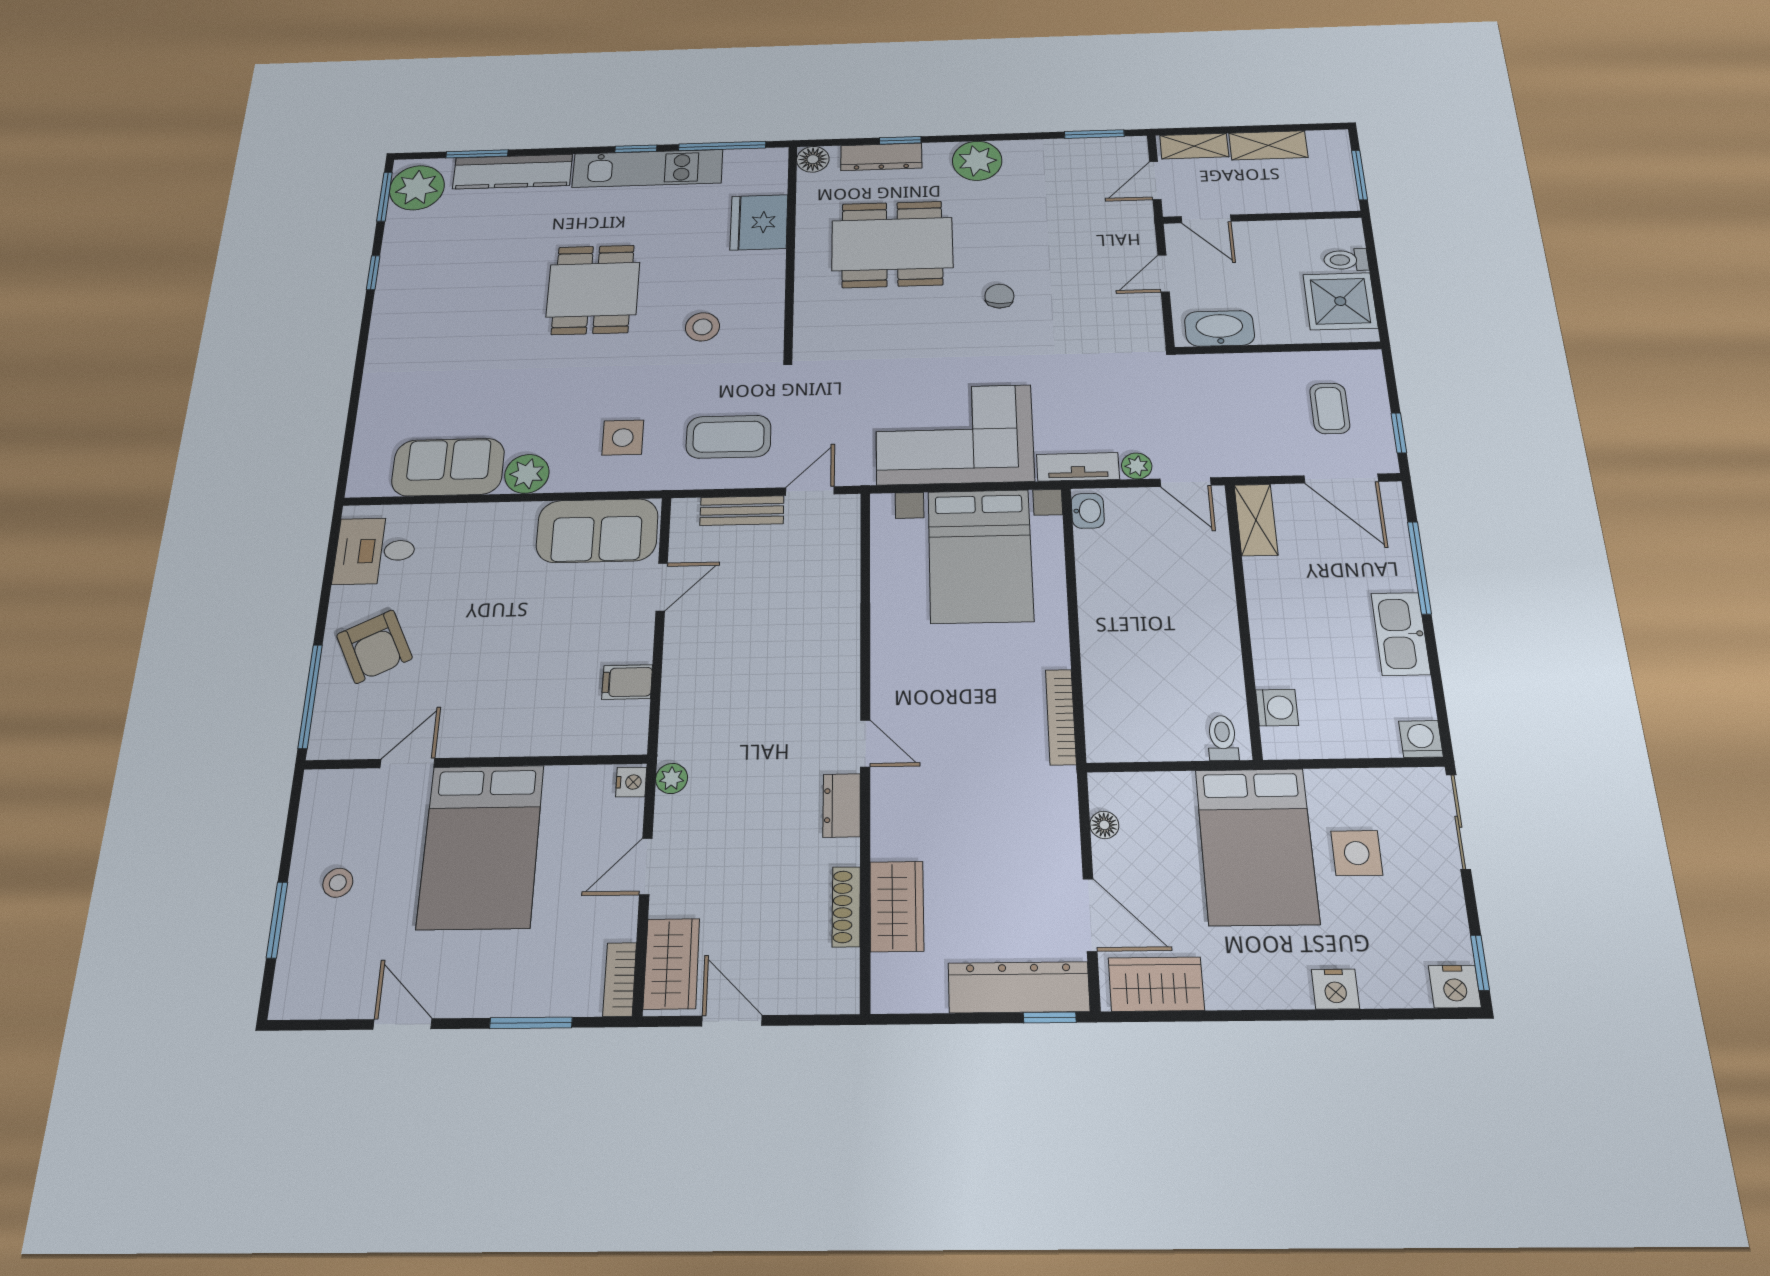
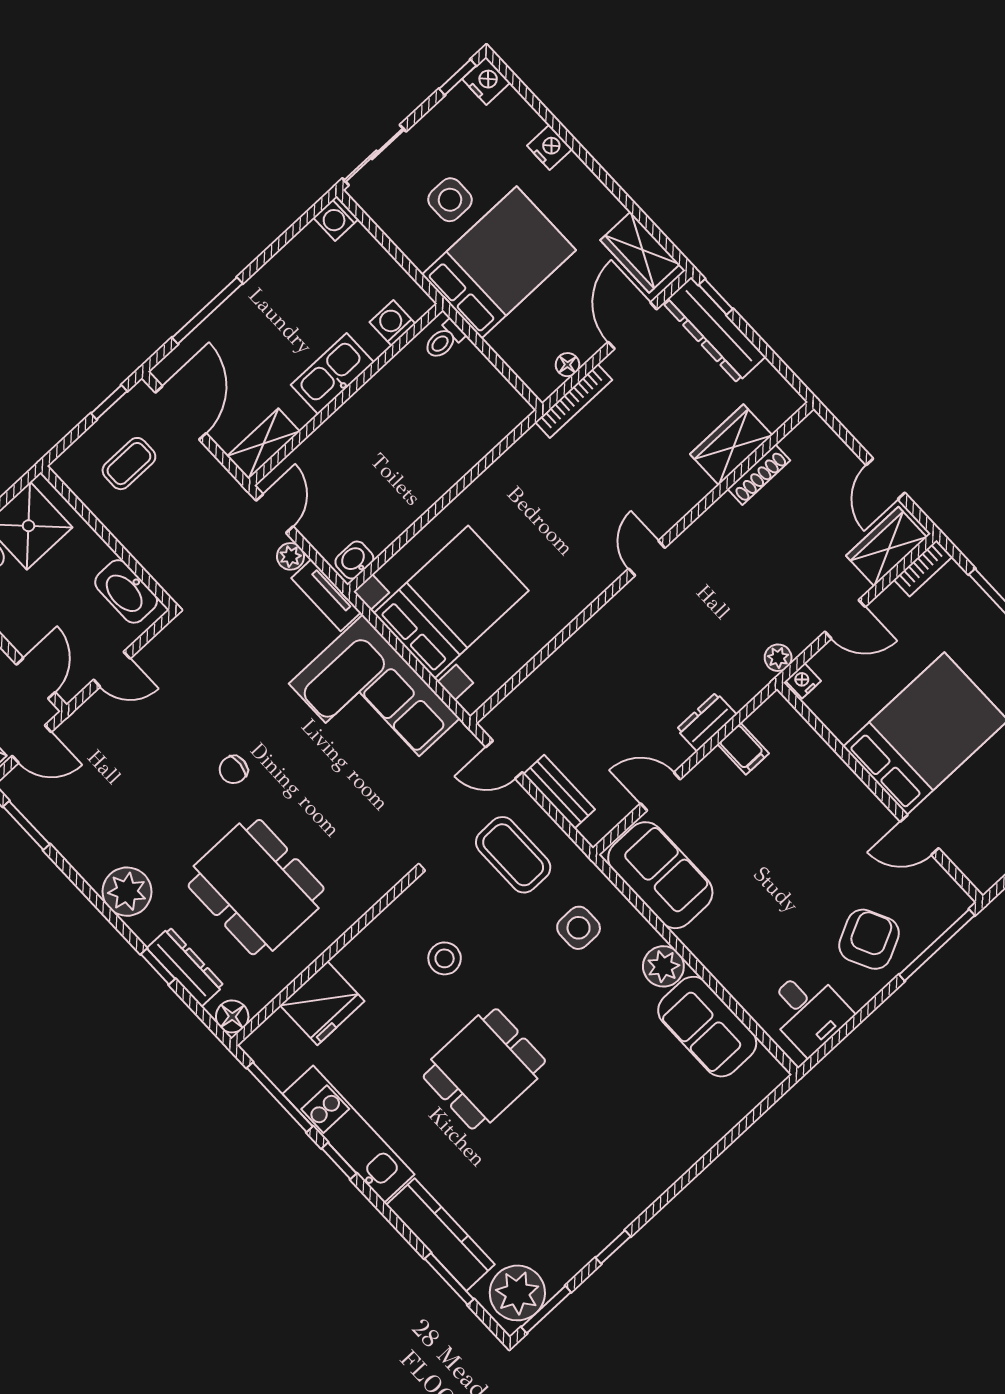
kitchen sink: (1401, 634) -> (332, 374), moved, turned 180
bookcase: (1061, 717) -> (574, 401), moved
dresser: (842, 805) -> (706, 722), moved, turned 180

